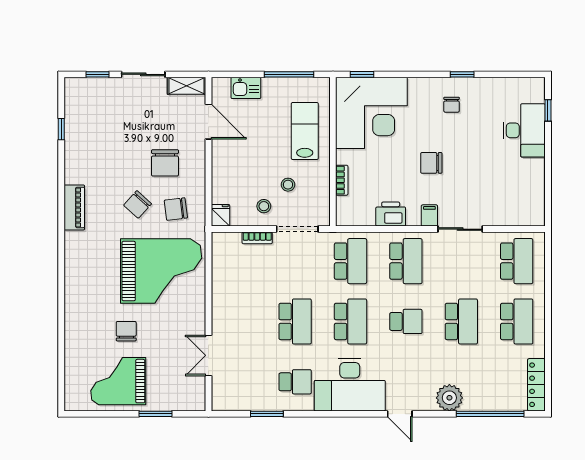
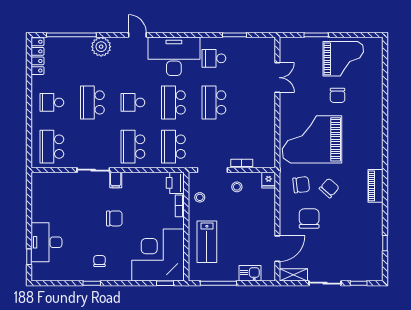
door: (208, 122) -> (277, 249), swing flipped
stool: (288, 185) -> (200, 197), moved
printer: (391, 214) -> (175, 183), moved, turned 90
school desk: (517, 321) -> (52, 102), width x0.54

